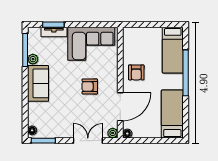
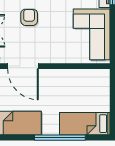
armchair: (136, 72) -> (60, 84), removed
armchair: (90, 86) -> (29, 17), moved

